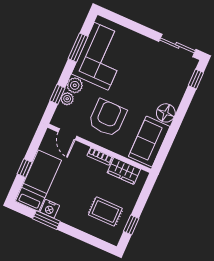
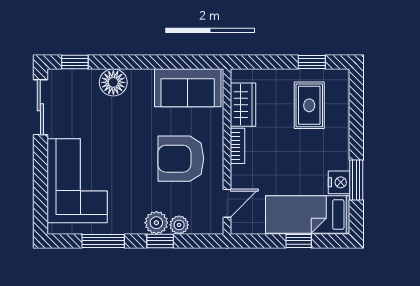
corner sofa: (101, 56) -> (77, 181), moved, turned 90
window: (57, 94) -> (160, 241), moved
floor lamp: (166, 113) -> (113, 82), moved

